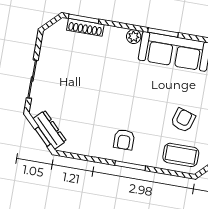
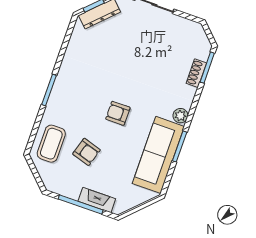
shoe rack: (85, 27) -> (196, 73), width x0.70
armchair: (124, 140) -> (118, 113), moved

